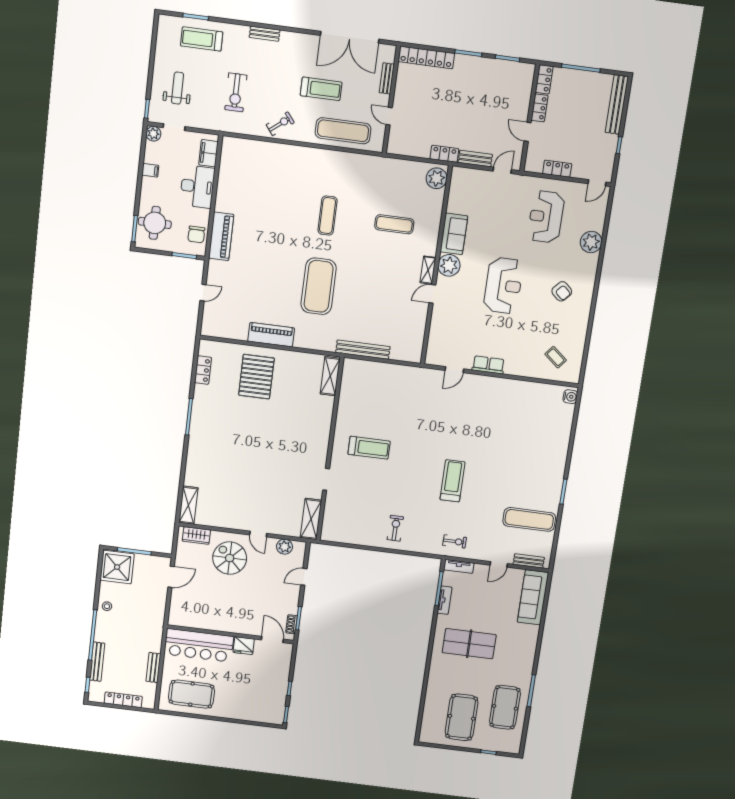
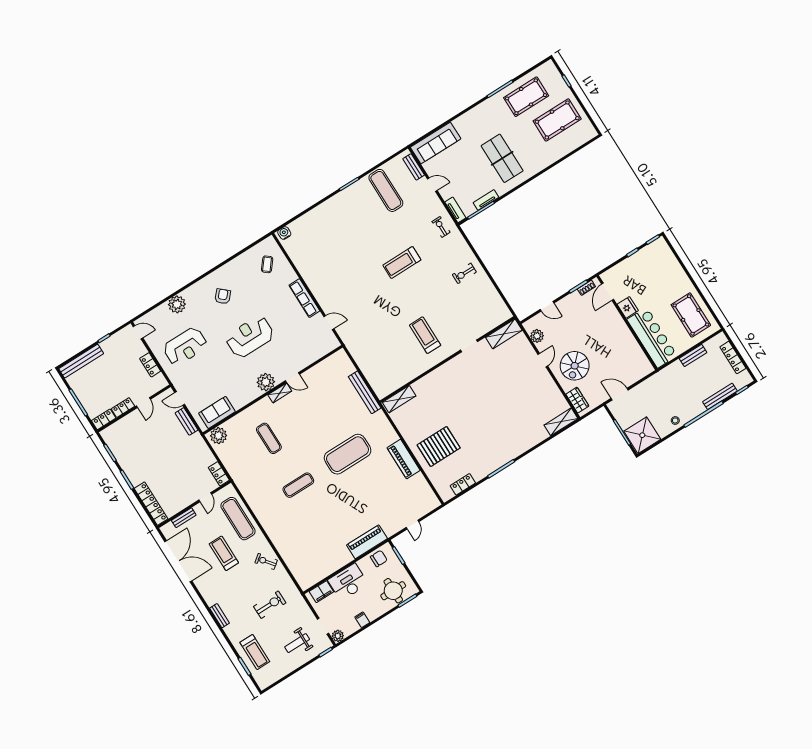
locker: (444, 154) -> (219, 474), moved
sofa: (454, 234) -> (217, 412), moved
door: (203, 293) -> (412, 525), swing flipped
row of seats: (488, 365) -> (304, 298), width x1.48

